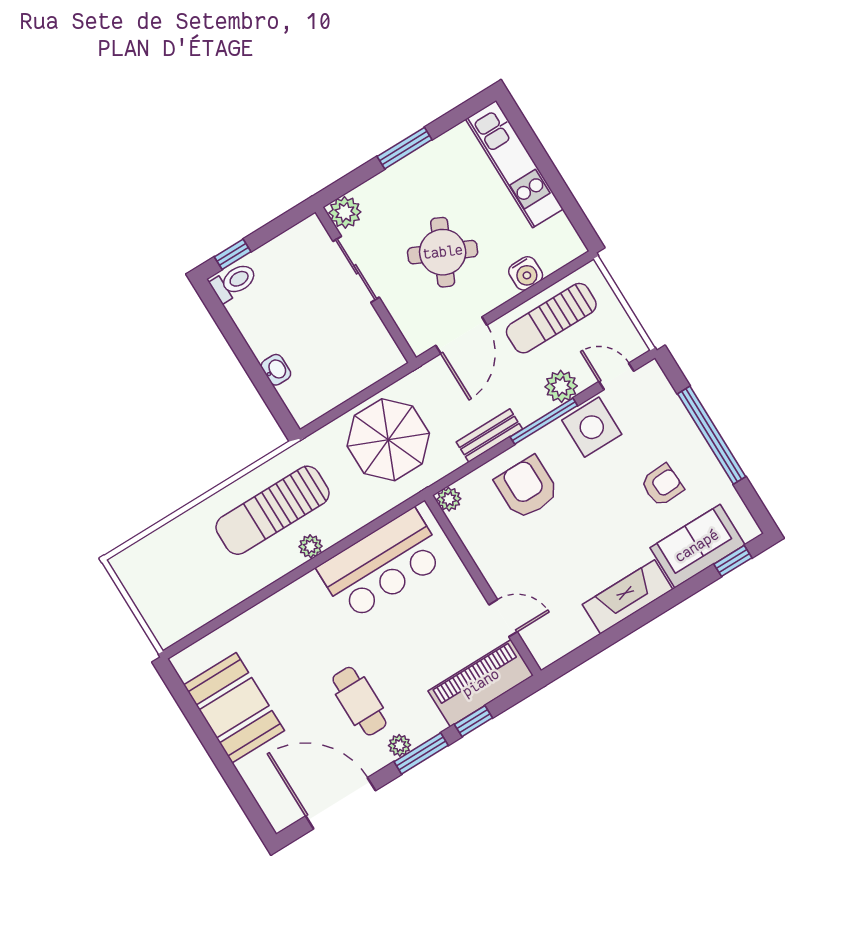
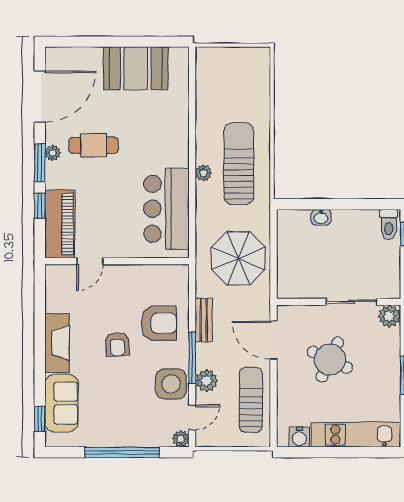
water cooler: (526, 273) -> (299, 437), moved, turned -90
armchair: (662, 485) -> (117, 344), moved
plant: (449, 499) -> (181, 439), moved

